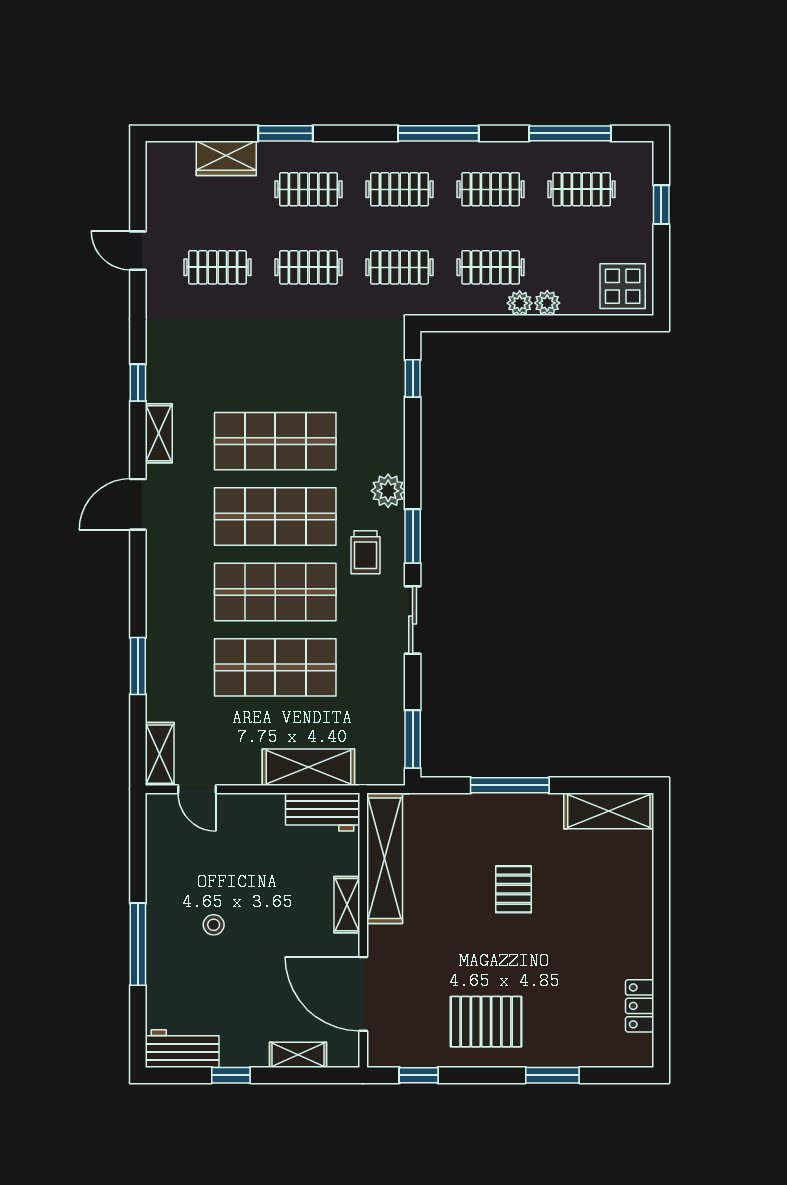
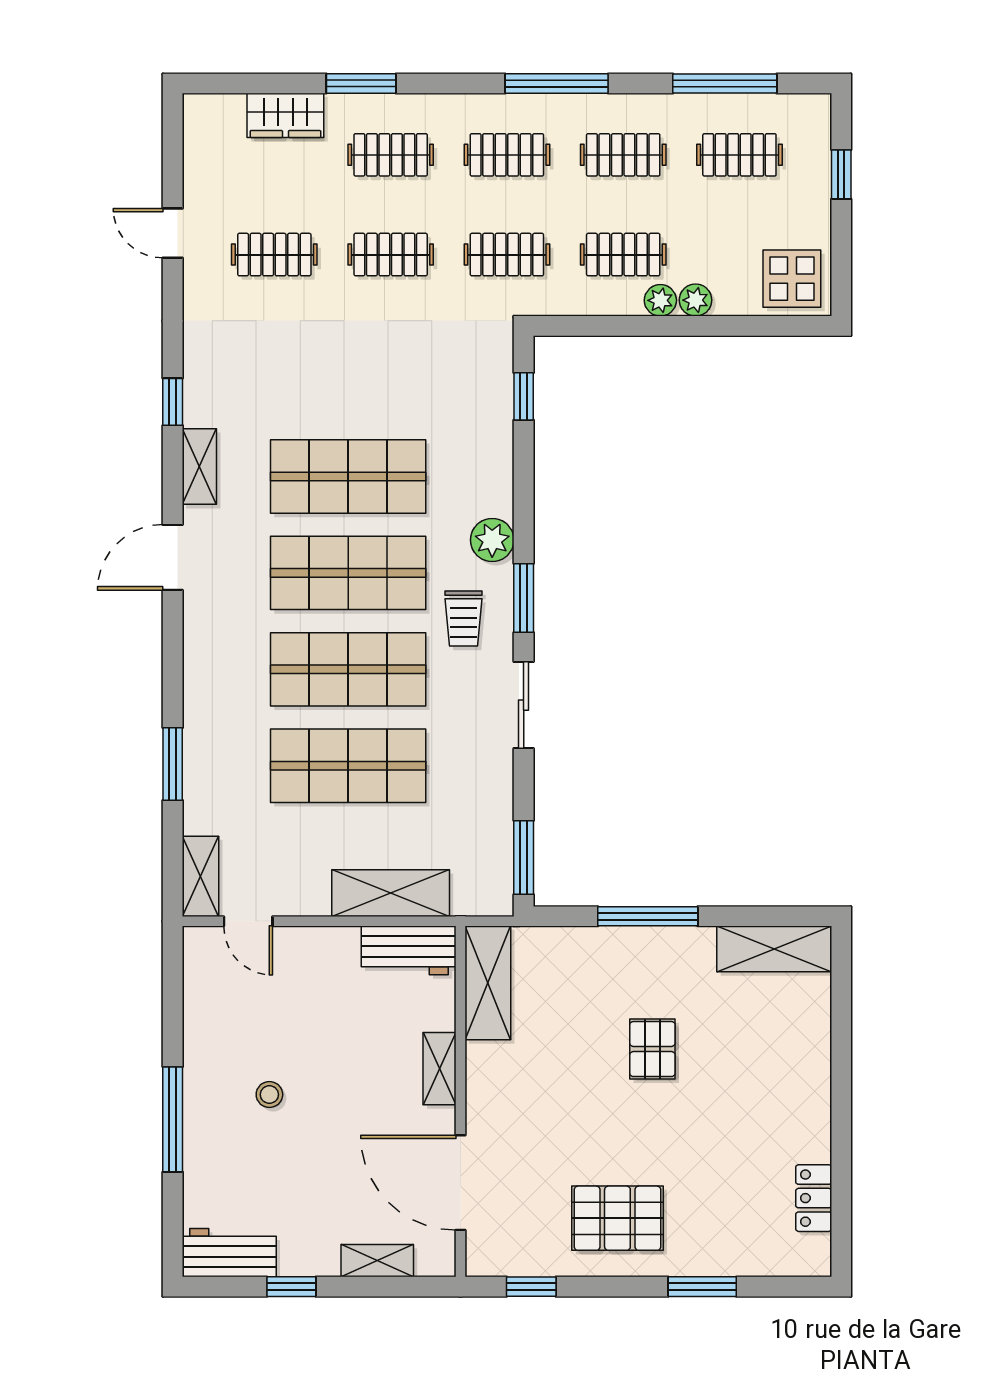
shelving: (385, 858) -> (488, 983), width x0.68

